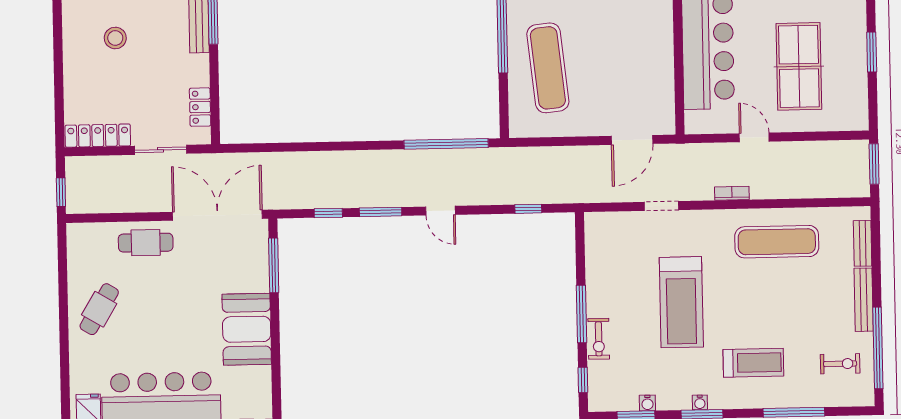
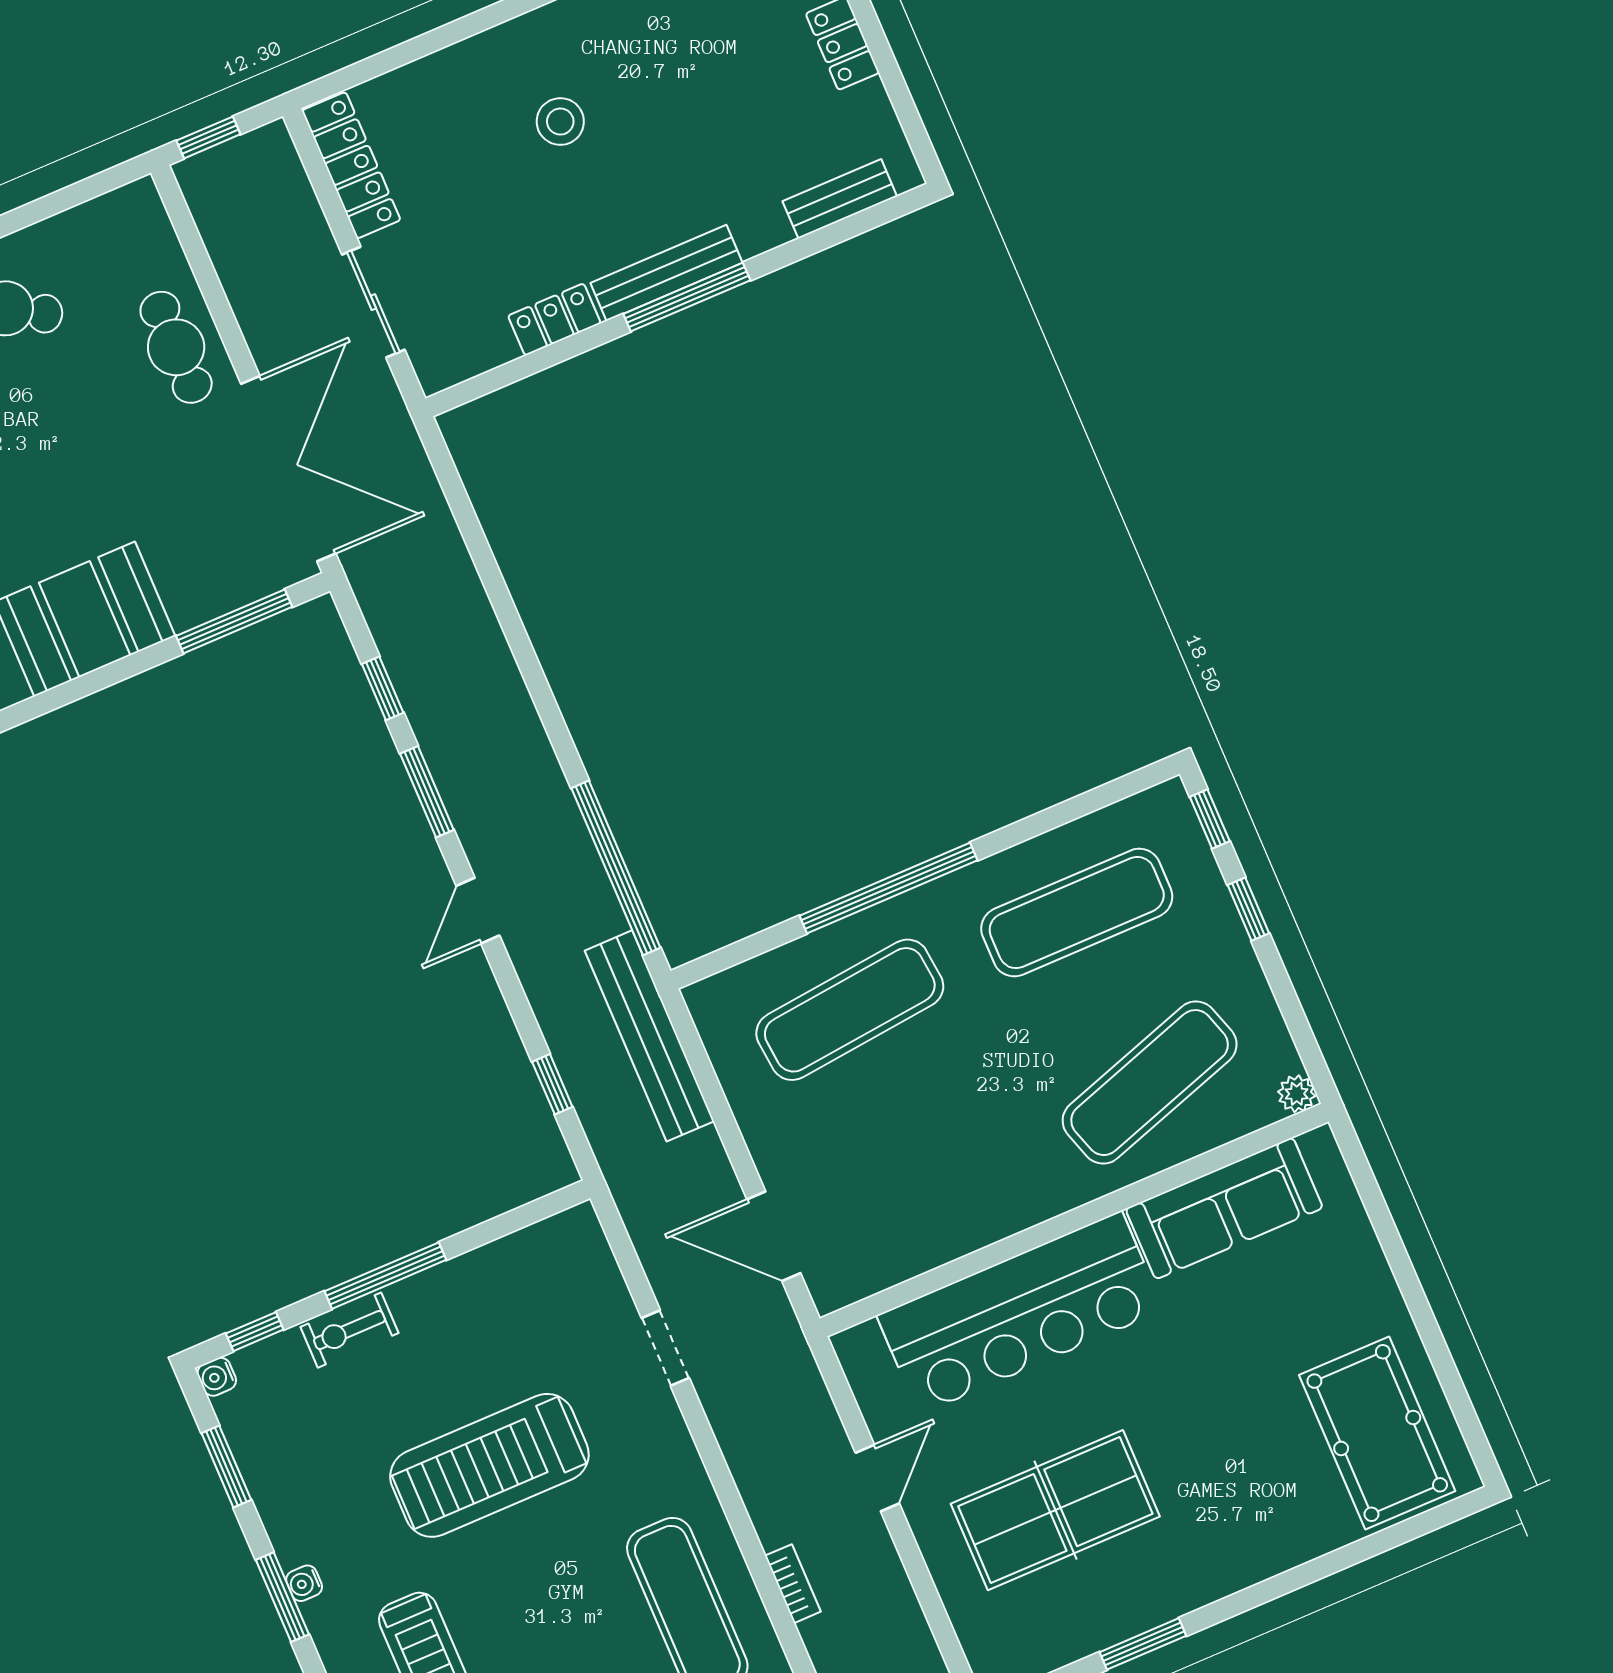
locker: (200, 107) -> (554, 319), moved
bench: (524, 159) -> (649, 1036), added
bookcase: (732, 193) -> (793, 1584), moved
water cooler: (647, 403) -> (217, 1377), moved

